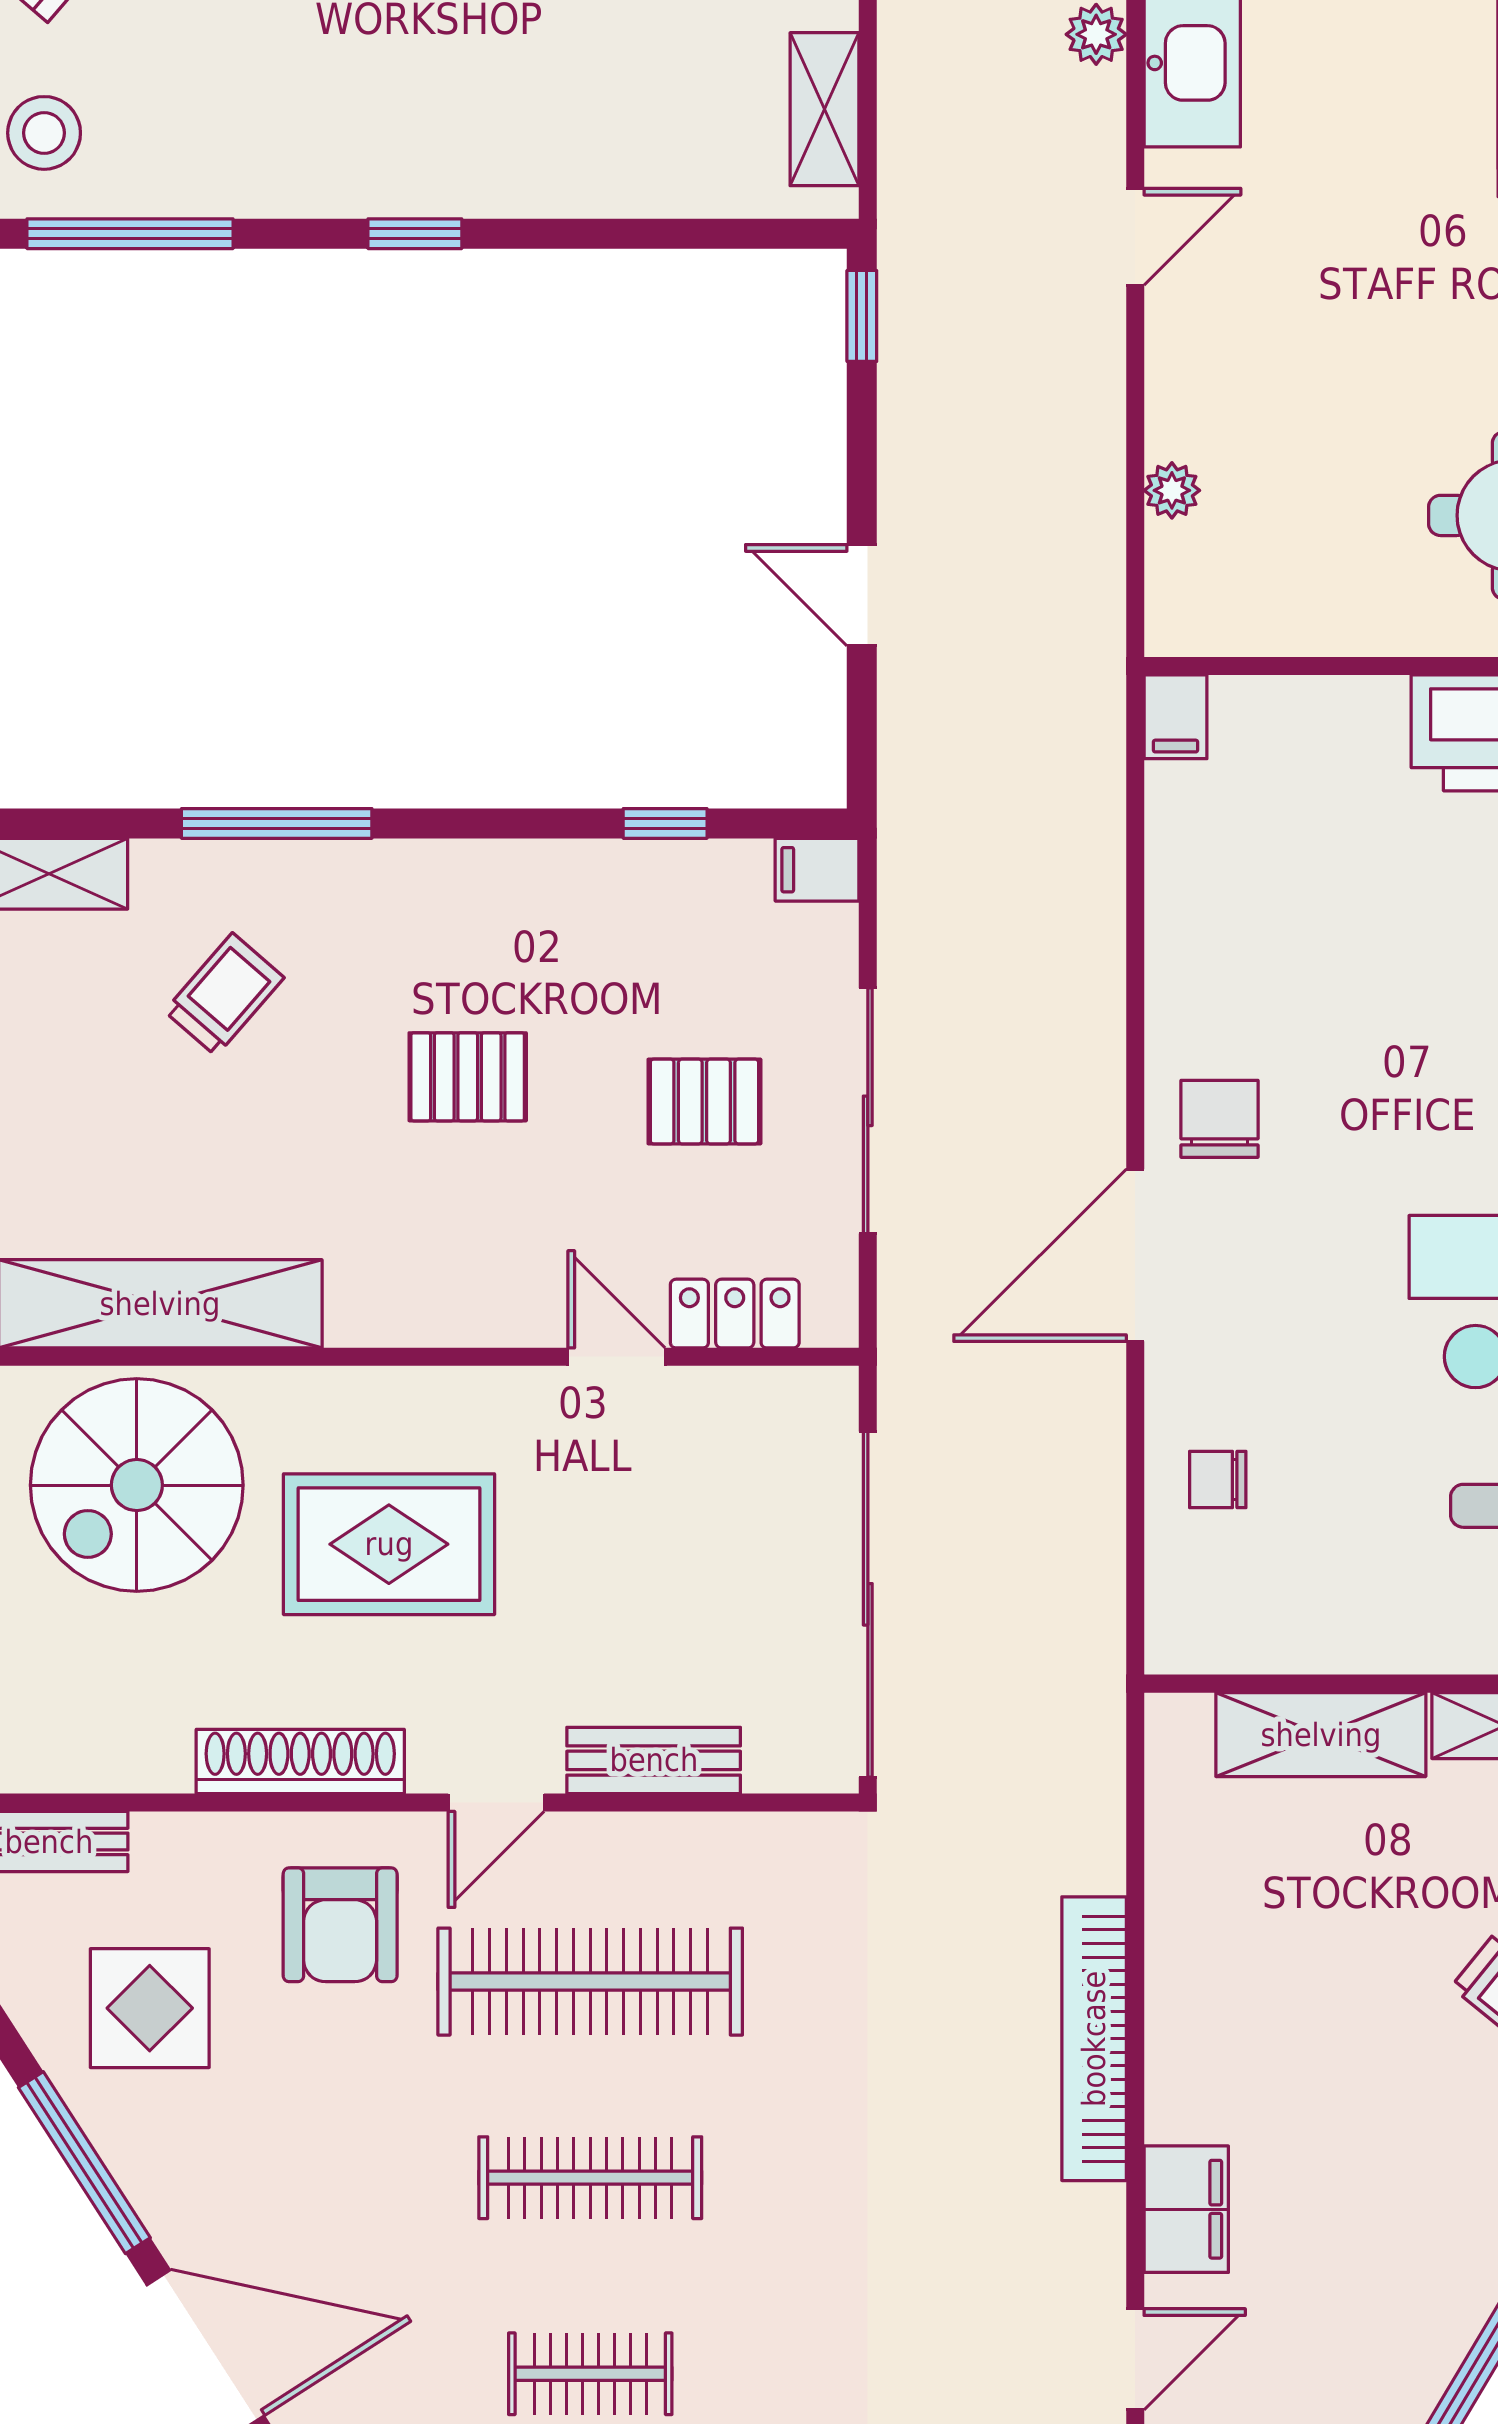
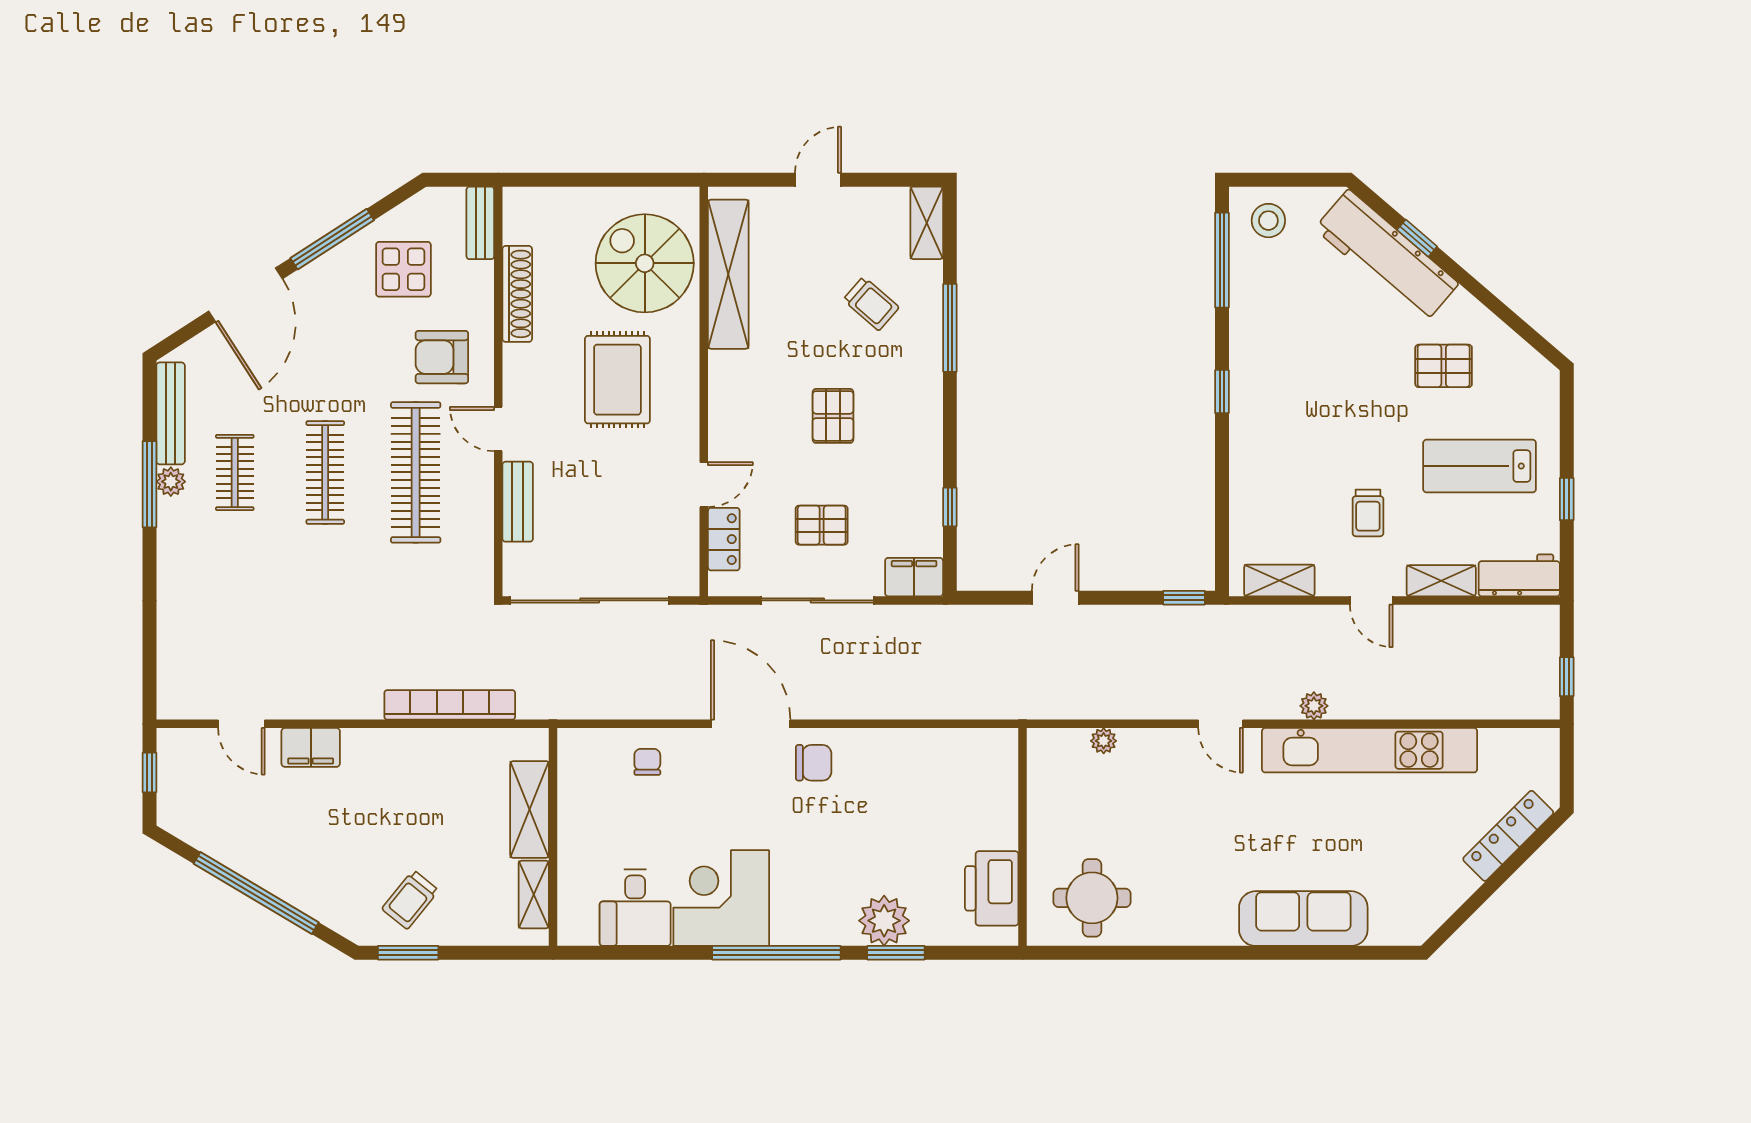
filing cabinet: (1175, 717) -> (999, 742), removed
filing cabinet: (817, 870) -> (914, 577), width x2.00
pallet: (704, 1101) -> (822, 525), turned 90
shoe rack: (300, 1761) -> (517, 294), moved
bookcase: (1094, 2039) -> (450, 705), moved

